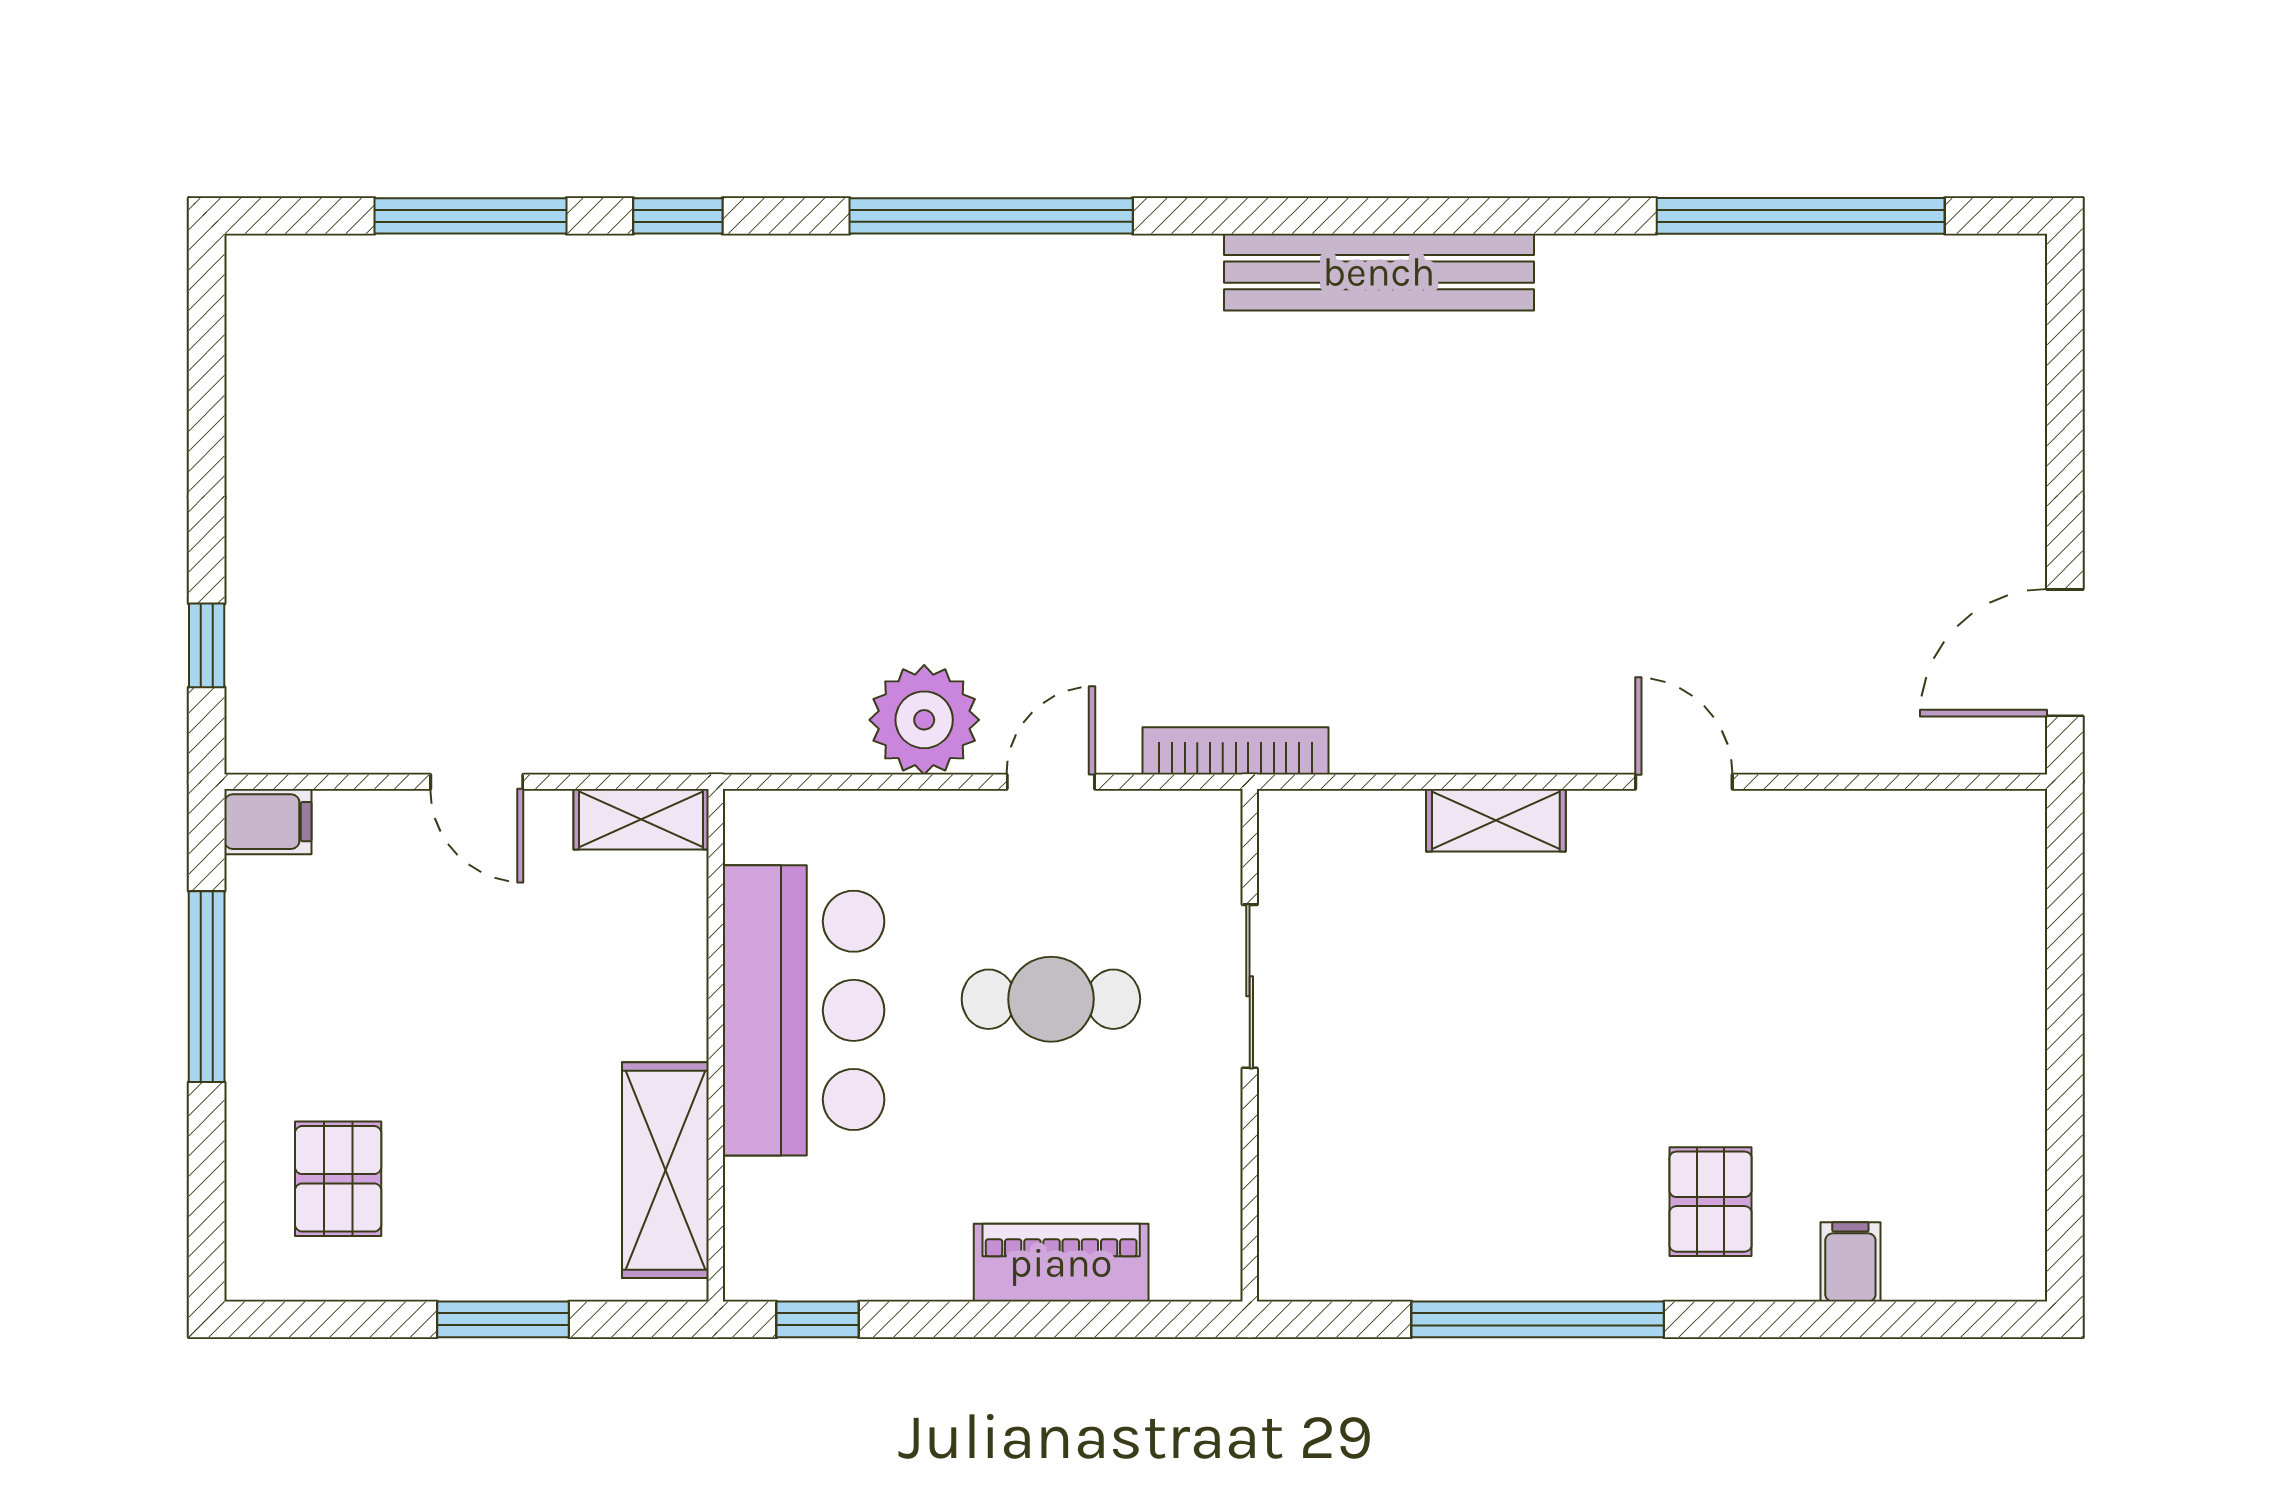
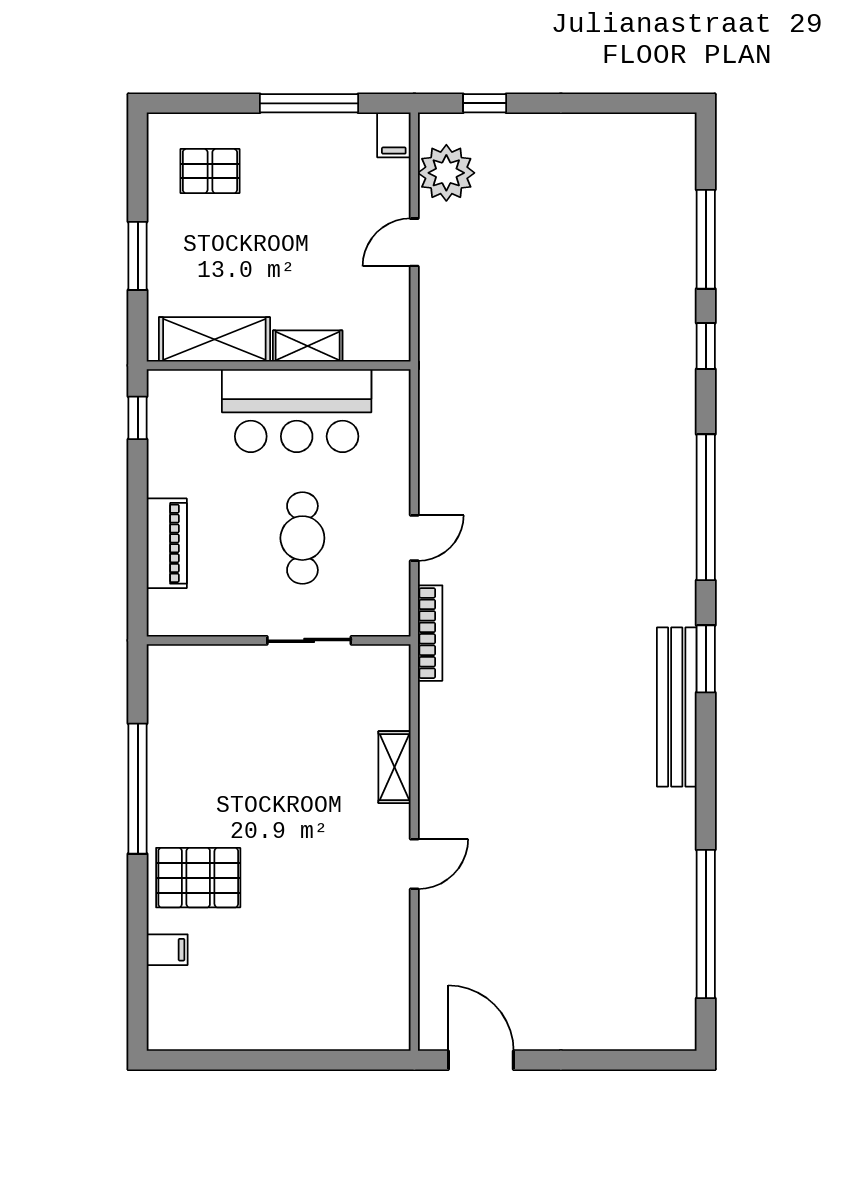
window: (1286, 216) -> (706, 659), added
plant: (924, 720) -> (446, 173), moved
door: (1051, 782) -> (414, 538), hinge flipped
shelving: (641, 819) -> (308, 346), moved, turned 90
pallet: (1710, 1202) -> (198, 878), width x1.50, depth x1.42

